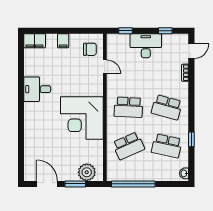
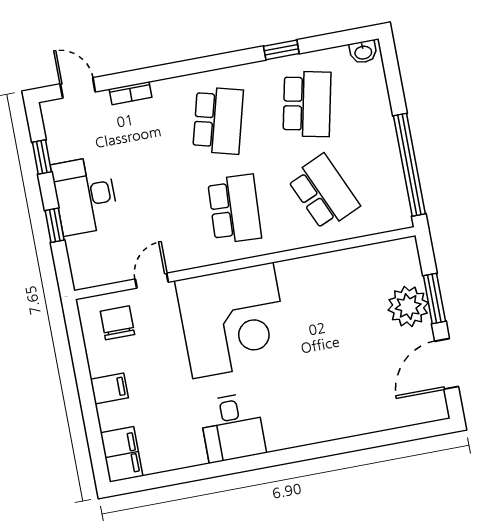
window: (125, 31) -> (55, 225), moved
corner desk: (82, 118) -> (233, 320), moved
plant: (87, 172) -> (408, 306), moved

